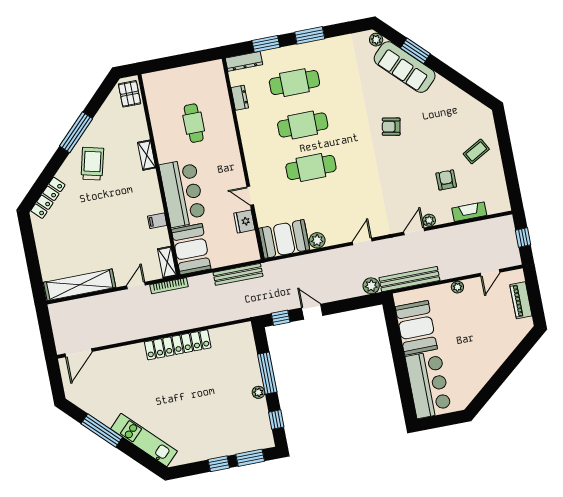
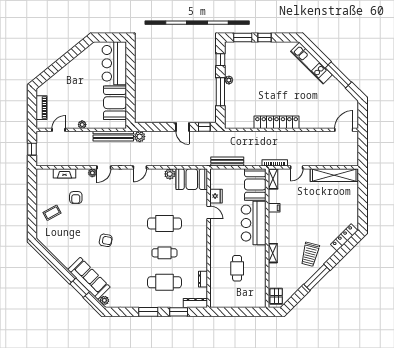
cafe table: (303, 125) -> (165, 253), width x0.73, depth x0.74

